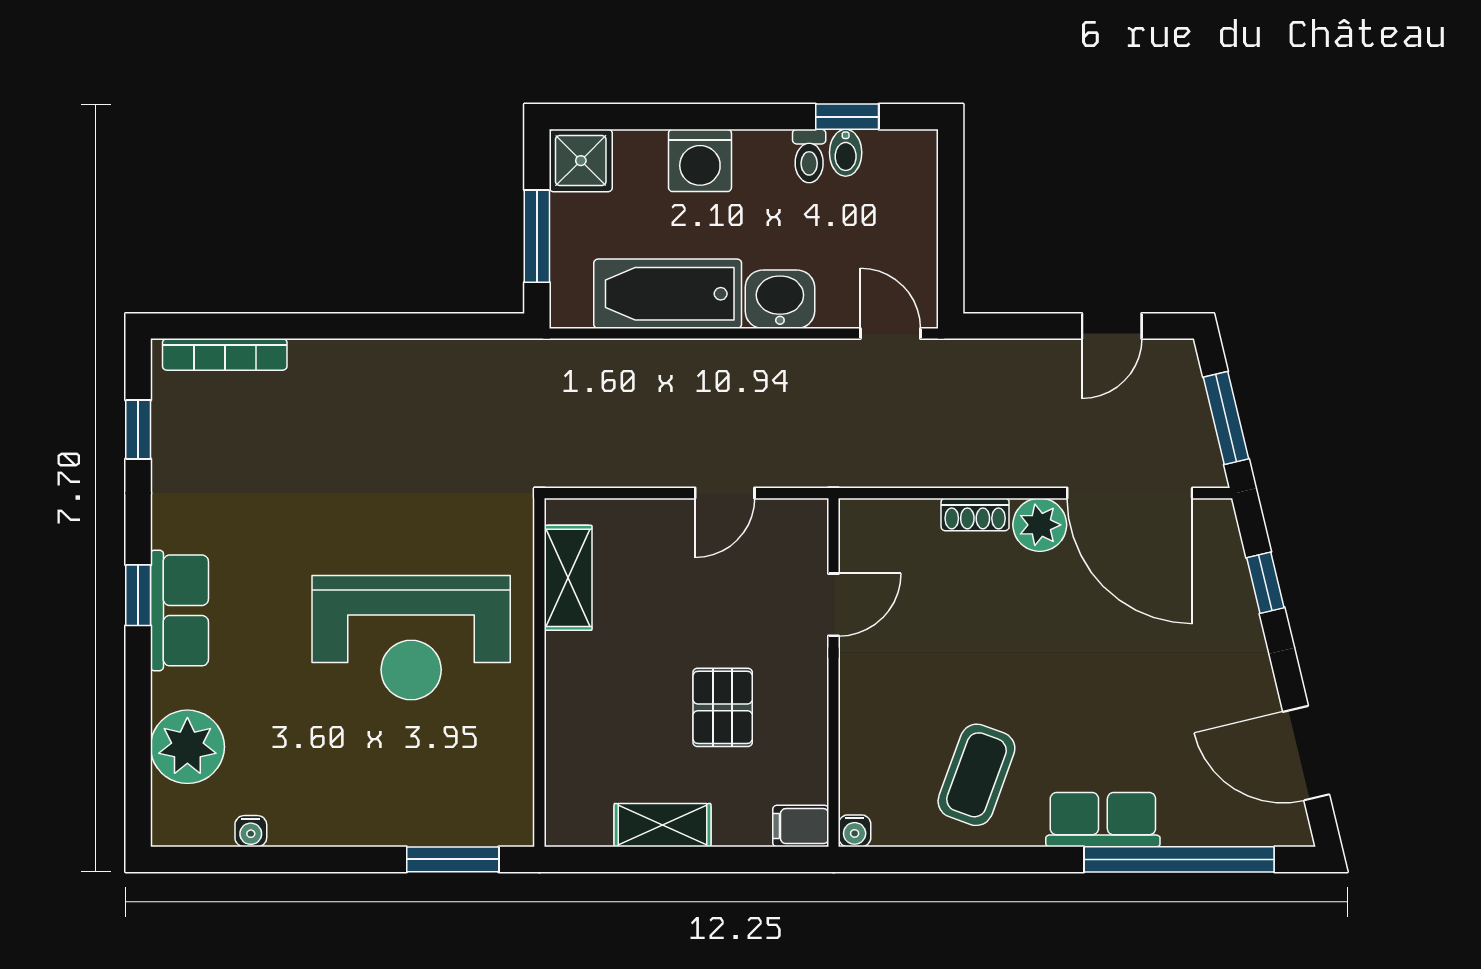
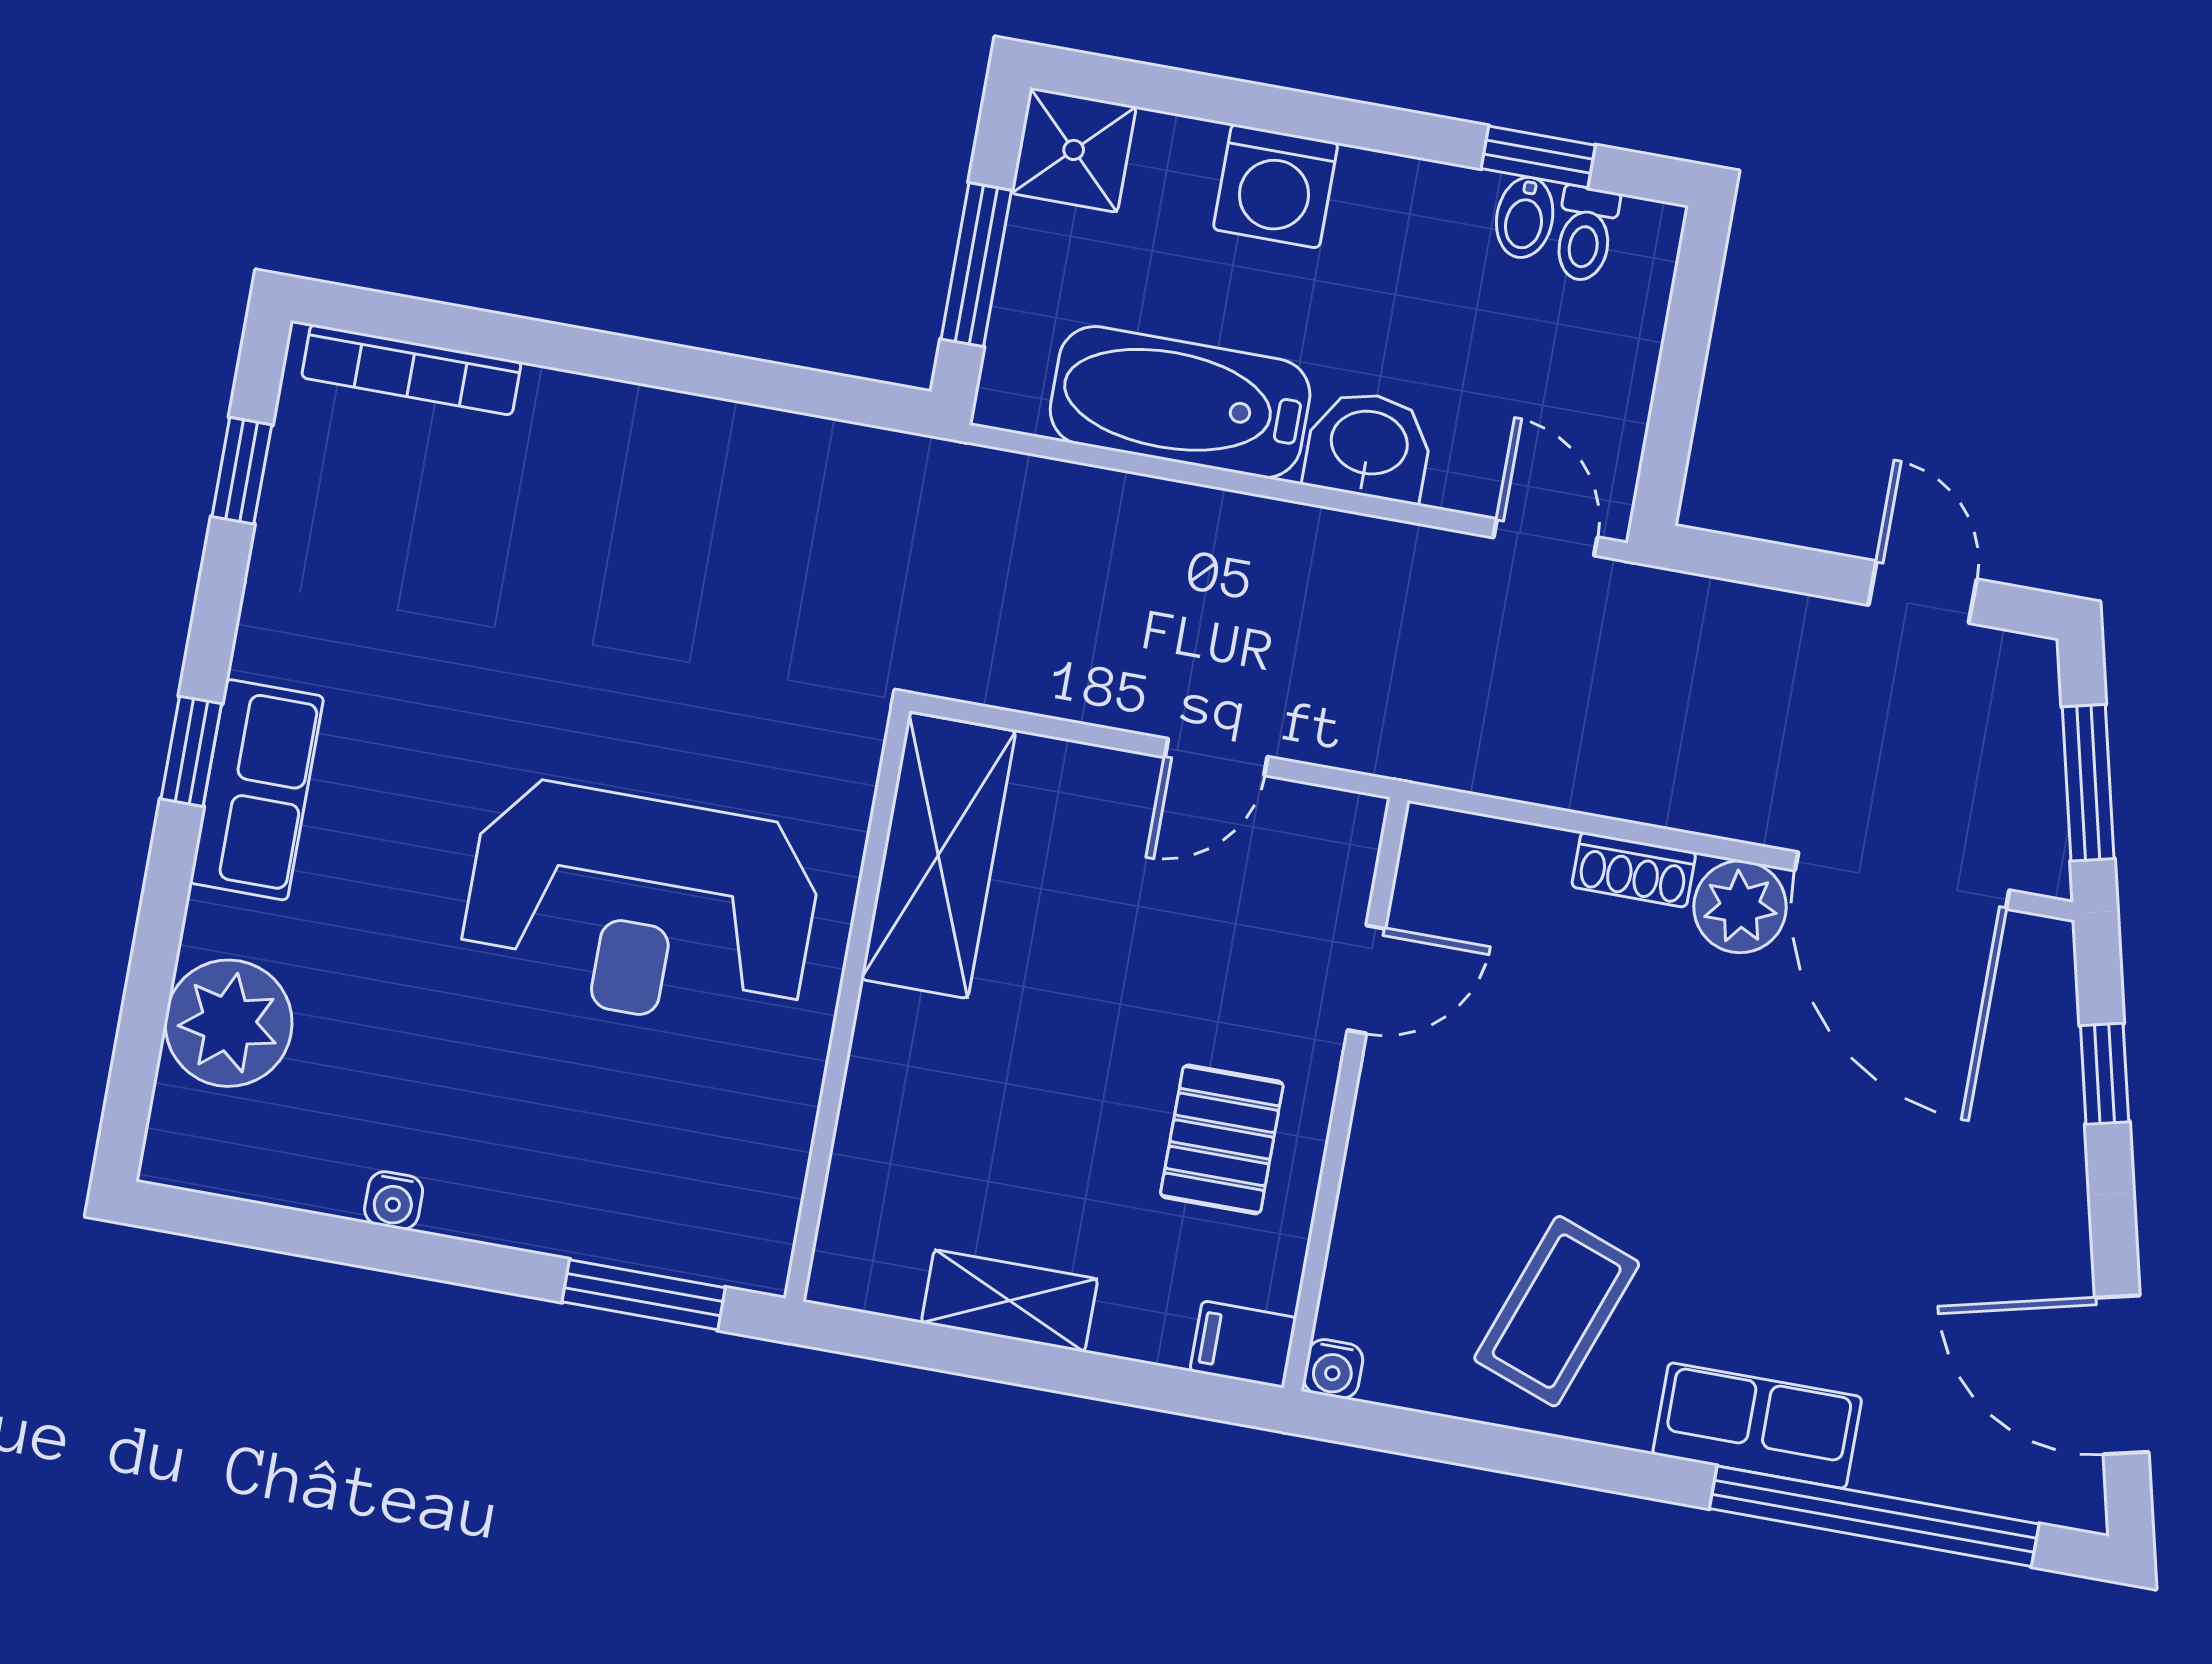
toilet: (809, 156) -> (1585, 234), moved
door: (1112, 326) -> (1923, 592), swing flipped
shelving: (568, 578) -> (938, 855), width x1.50, depth x1.33
pallet: (723, 707) -> (1222, 1139), moved
water cooler: (251, 831) -> (394, 1200), moved

